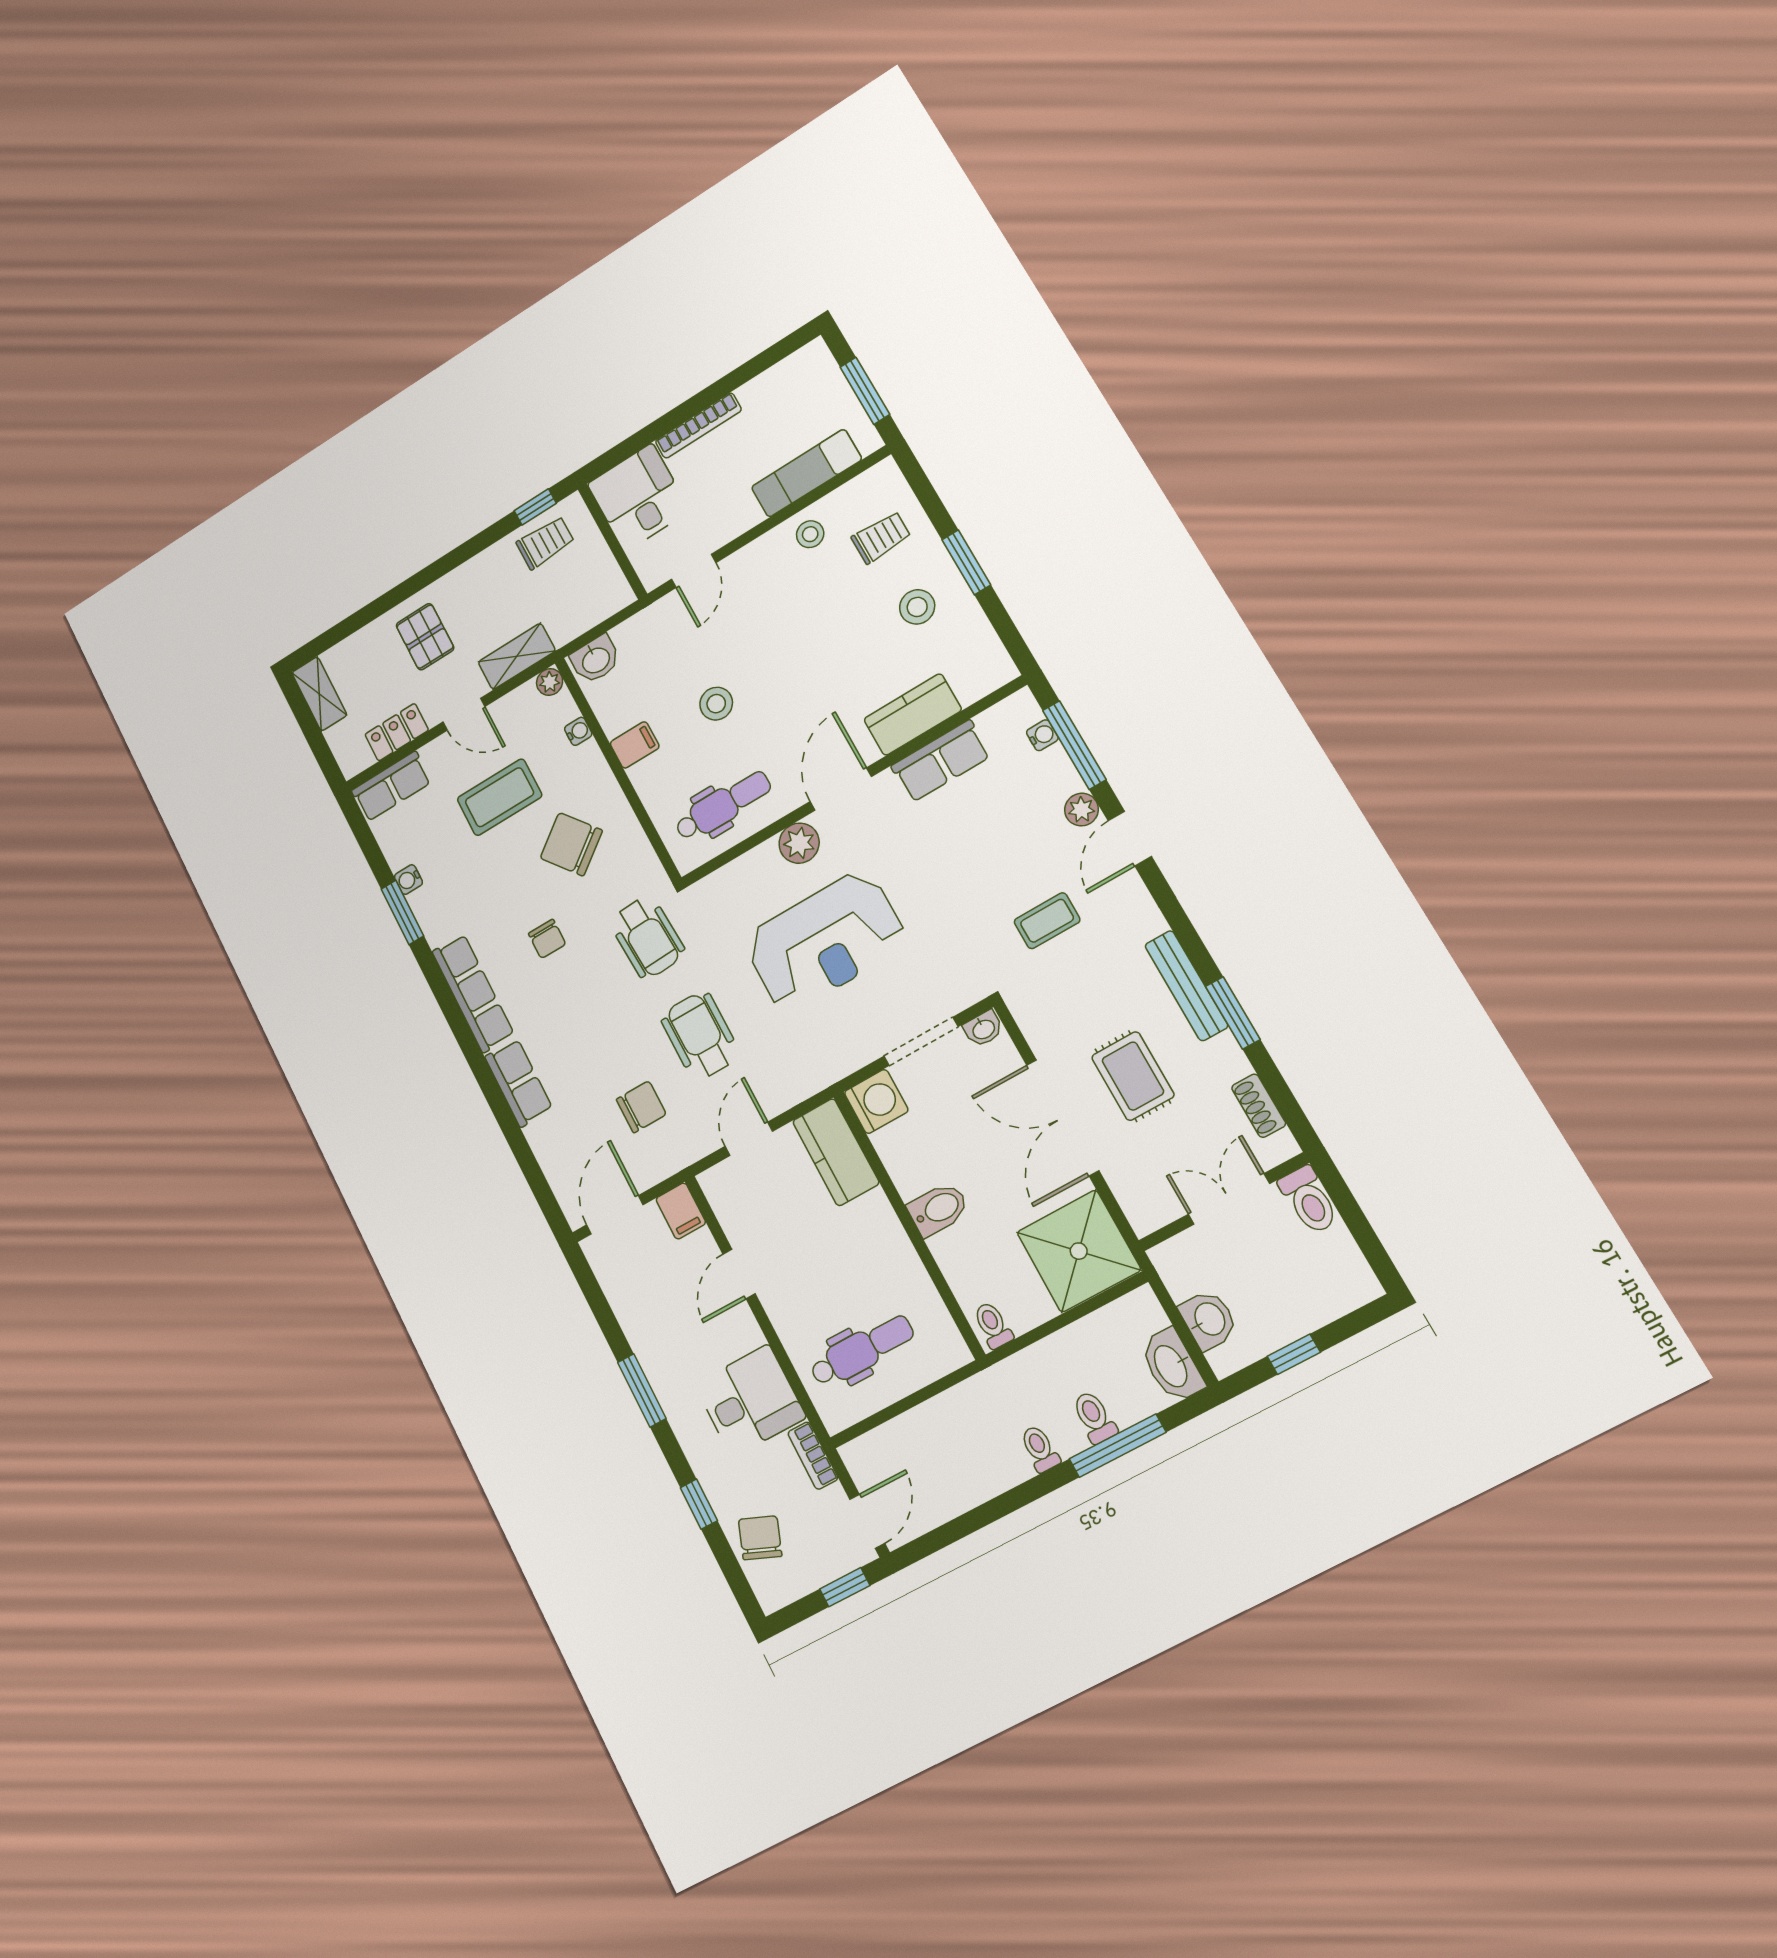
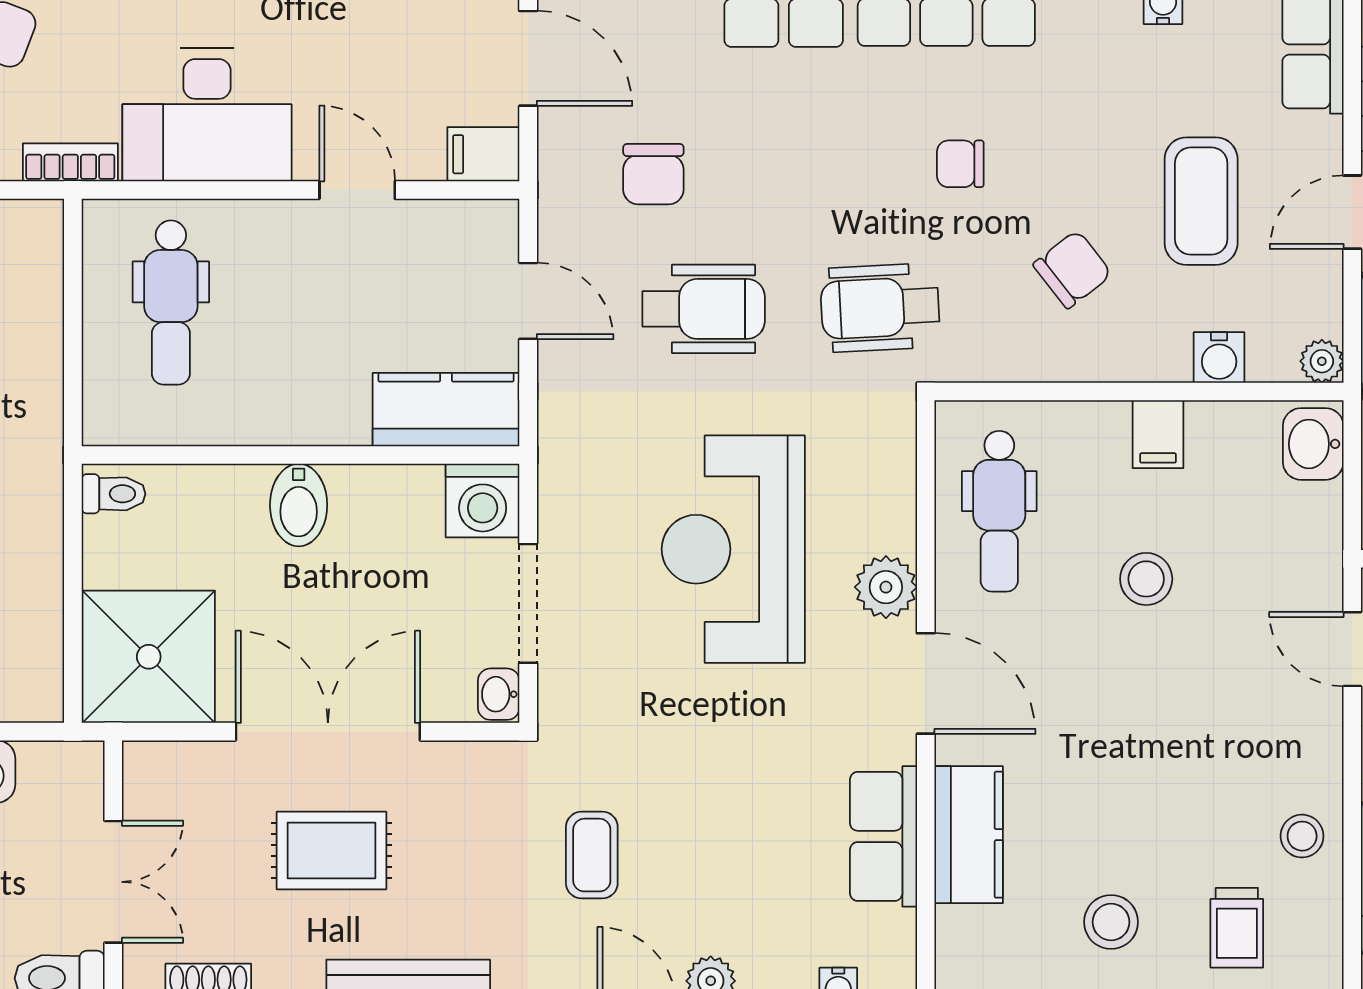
water cooler: (578, 731) -> (1219, 358), width x1.38, depth x1.38
chair: (571, 844) -> (1072, 269), width x0.73, depth x0.73
desk: (750, 1401) -> (207, 115), width x1.37

